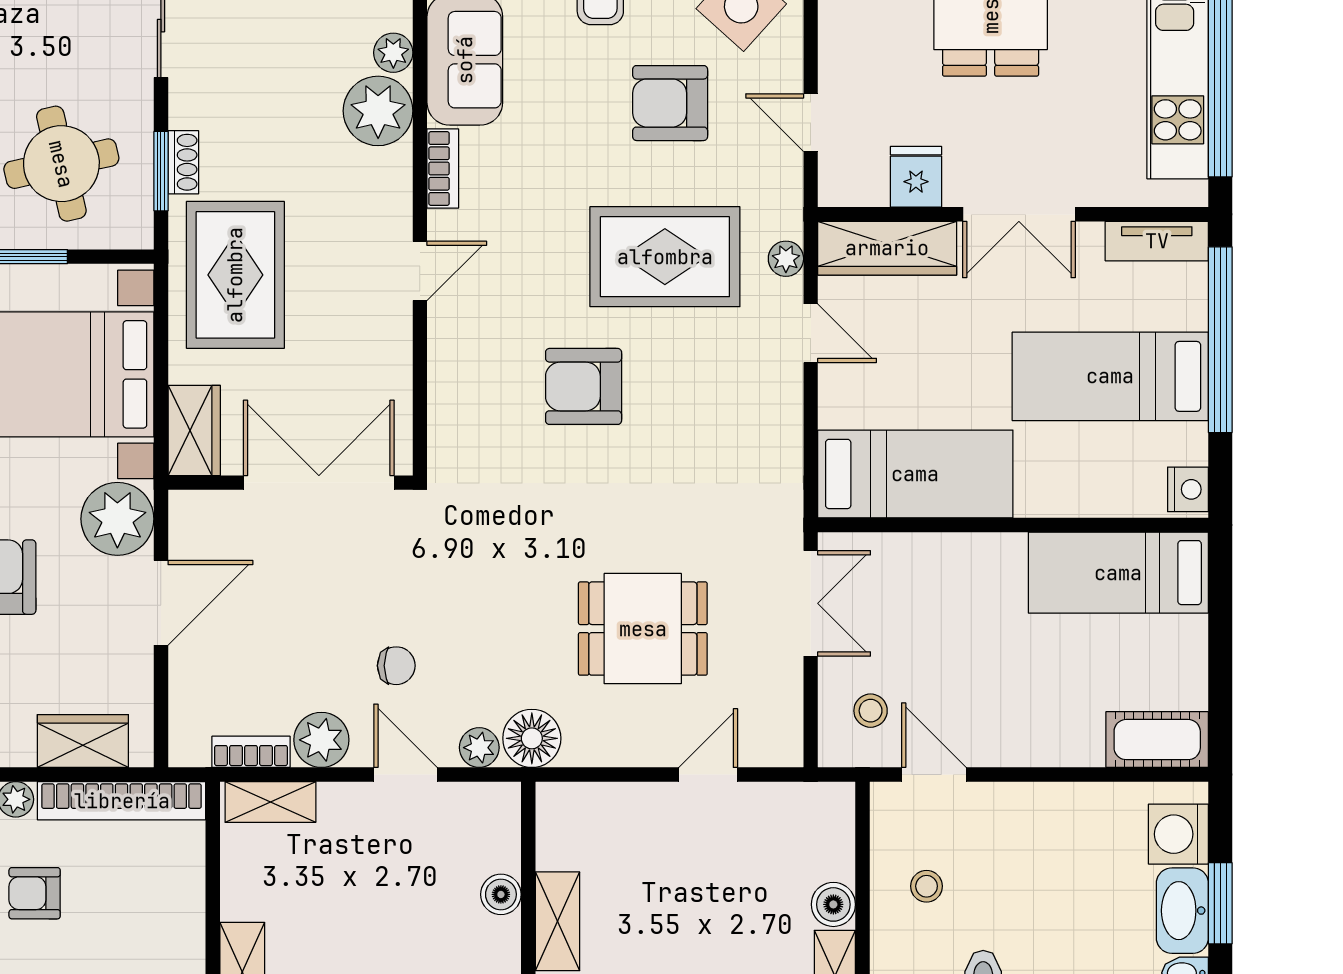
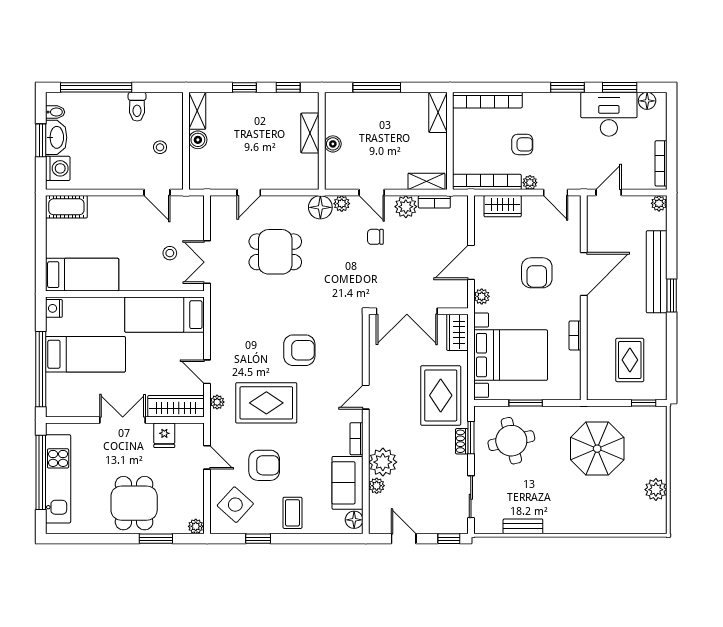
tv unit: (1157, 241) -> (67, 409), removed
plant: (117, 519) -> (482, 296), width x0.53, depth x0.53
stool: (871, 711) -> (170, 253), moved

